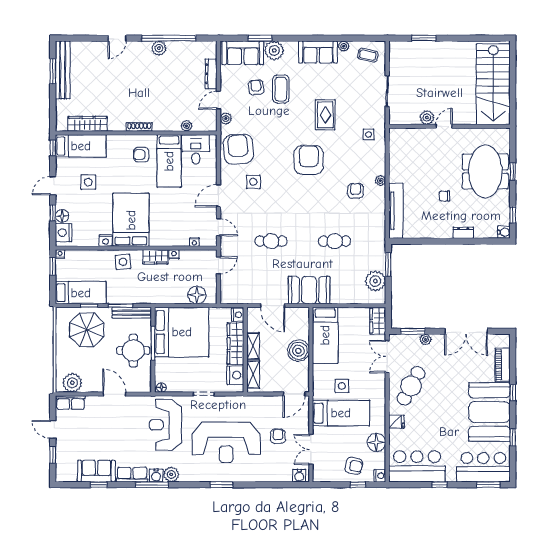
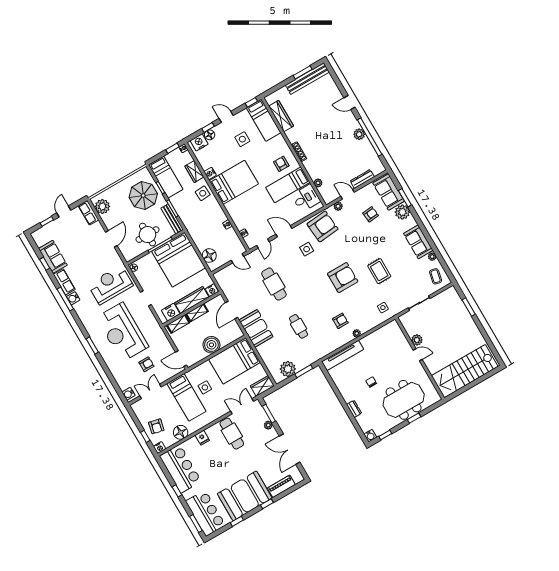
coffee table: (281, 89) -> (379, 232), removed
rug: (325, 115) -> (379, 271), turned 90
cafe table: (271, 241) -> (274, 284), width x1.37, depth x1.35
wardrobe: (155, 257) -> (194, 172), moved
bed: (325, 335) -> (235, 361), width x1.50
cafe table: (411, 386) -> (232, 434), turned 62
plant: (171, 474) -> (80, 308), removed

